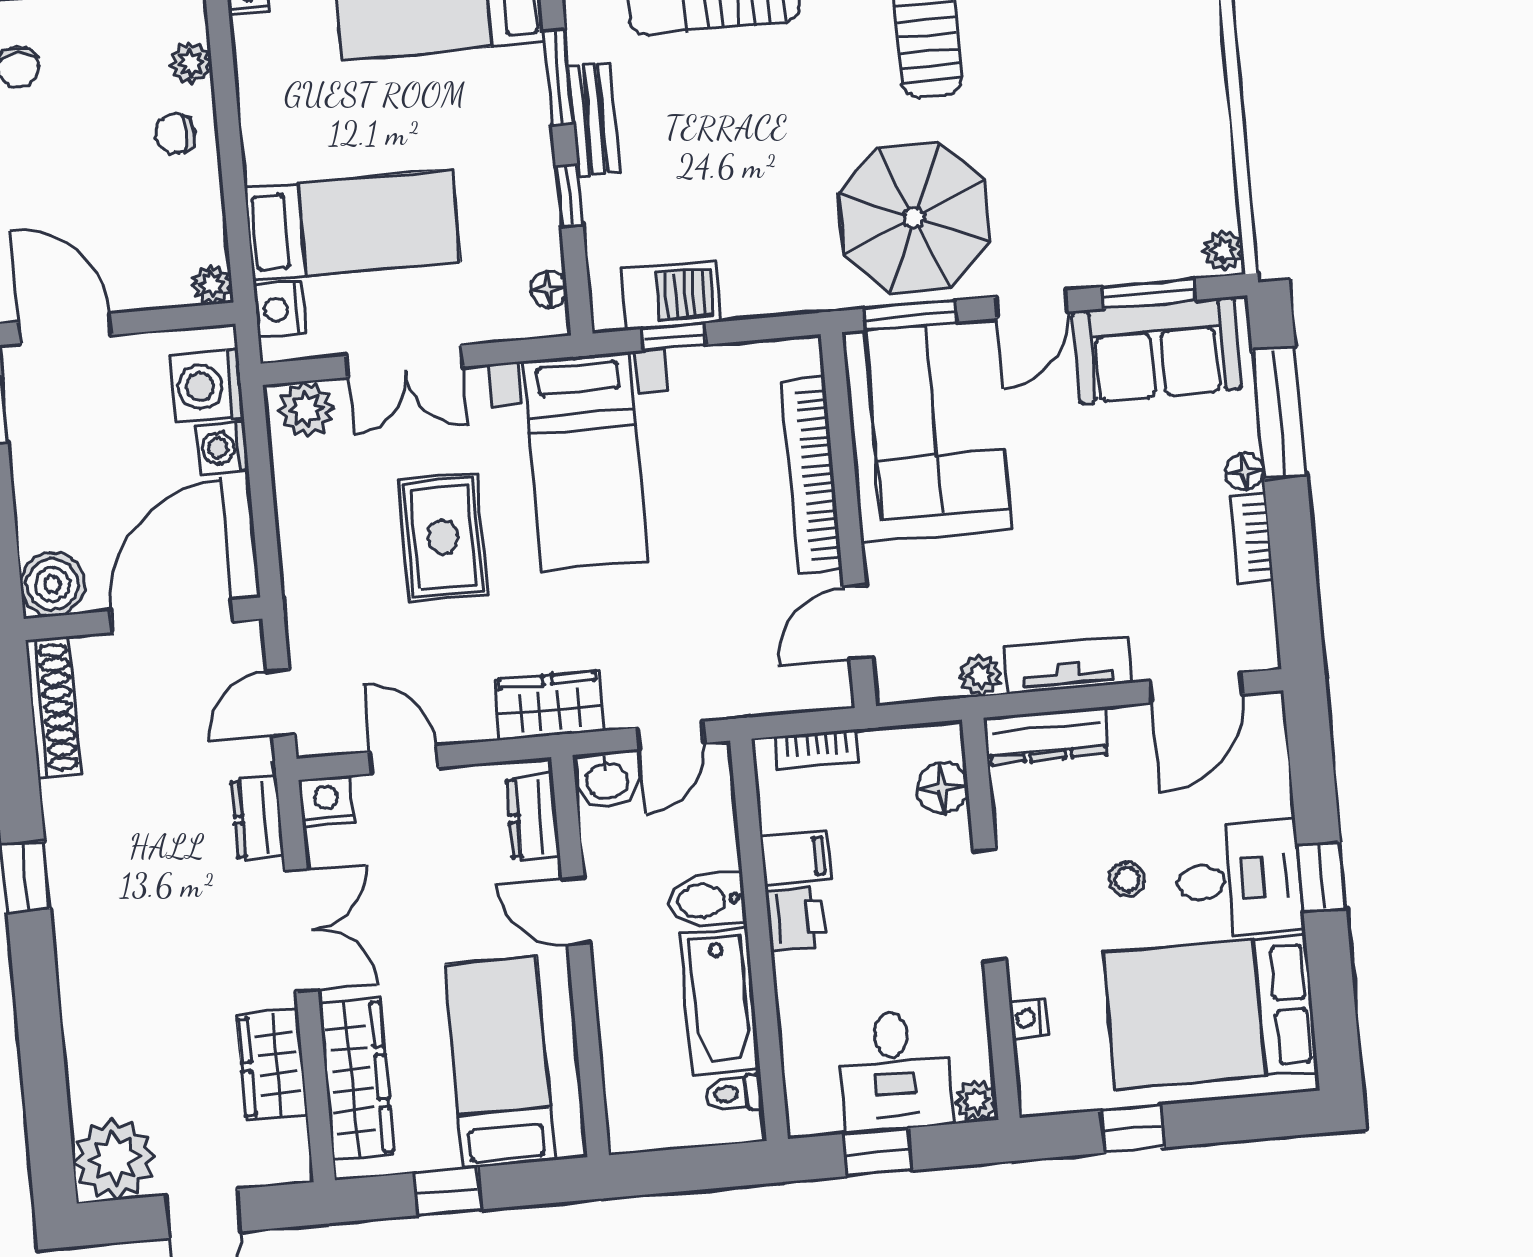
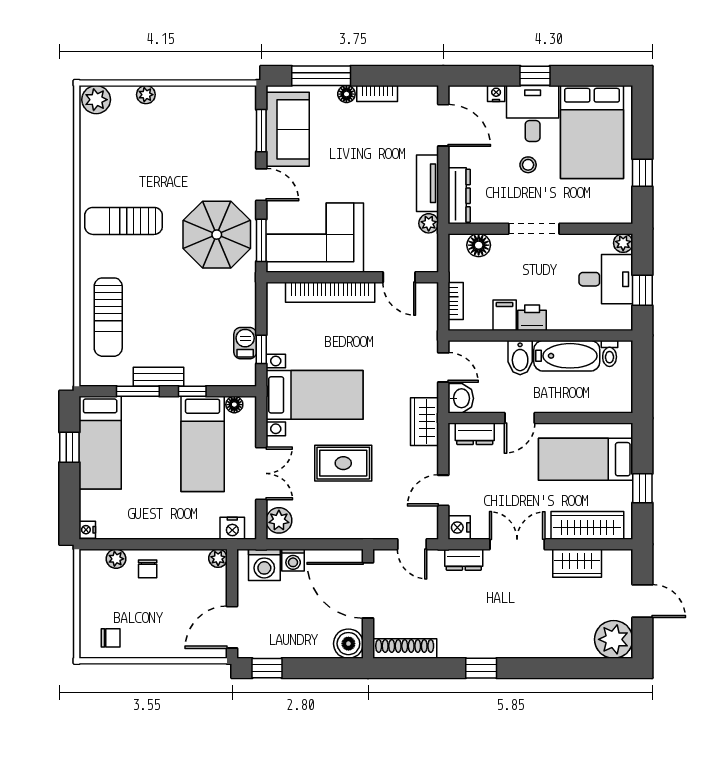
bed: (352, 225) -> (203, 444), moved, turned 180
plant: (1223, 250) -> (146, 95), moved
barbecue: (671, 295) -> (245, 343), width x0.73, depth x0.79
nightstand: (1028, 1018) -> (496, 94), moved, turned 180

